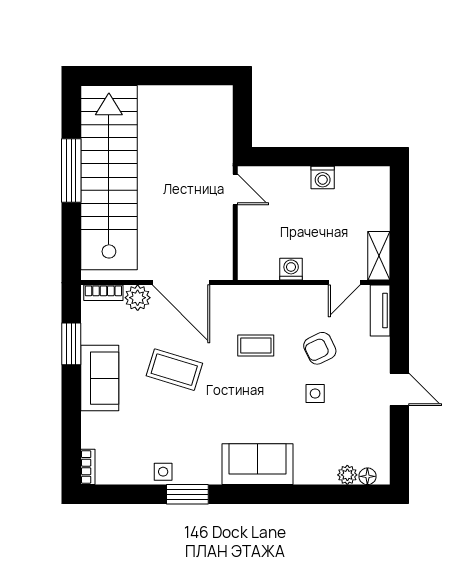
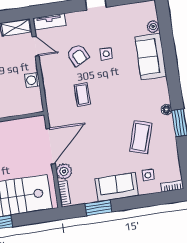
coffee table: (174, 370) -> (141, 137), moved
sofa: (257, 464) -> (151, 56), moved
side table: (163, 472) -> (148, 175), moved
floor lamp: (367, 476) -> (166, 110), moved

